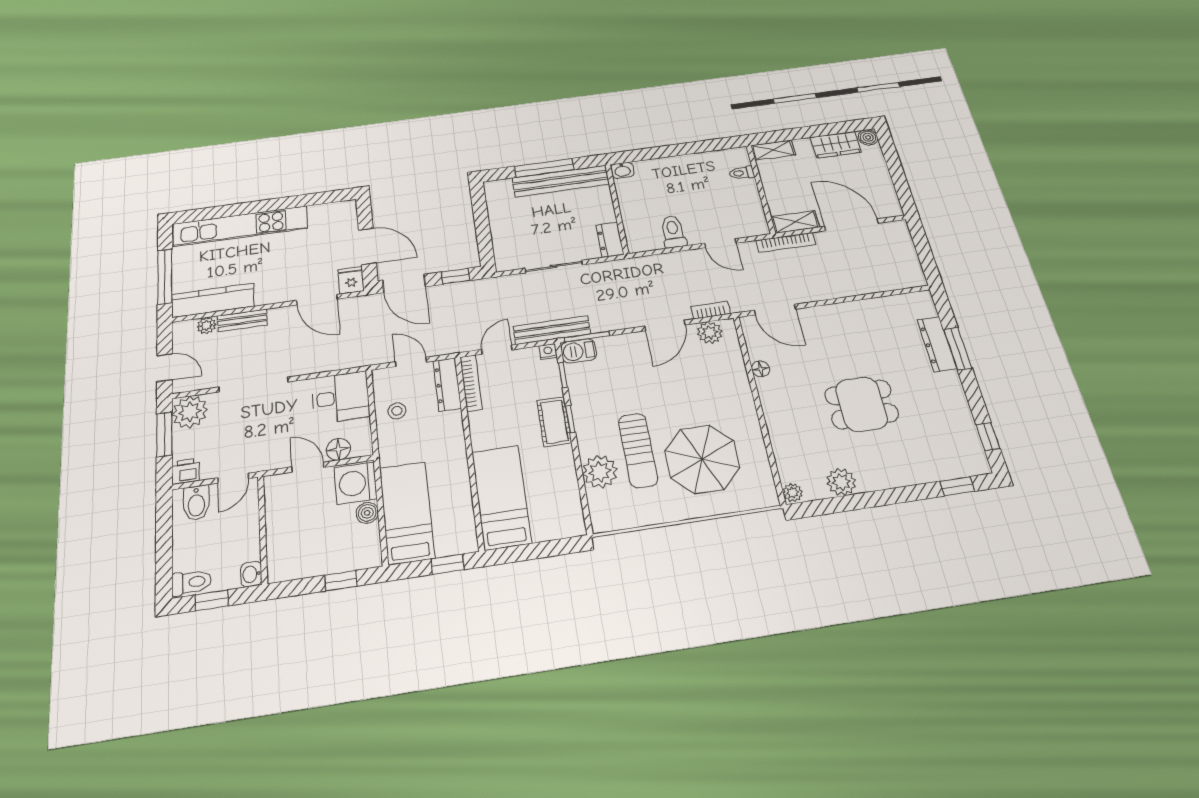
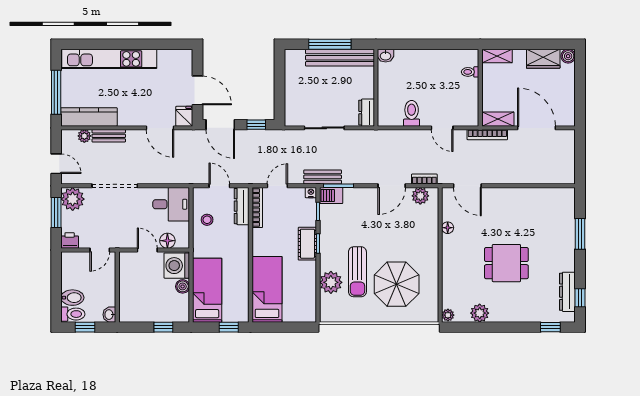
bench: (552, 330) -> (323, 177), width x0.73
dresser: (937, 344) -> (567, 292), moved
bidet: (196, 503) -> (72, 298), moved, turned -90

